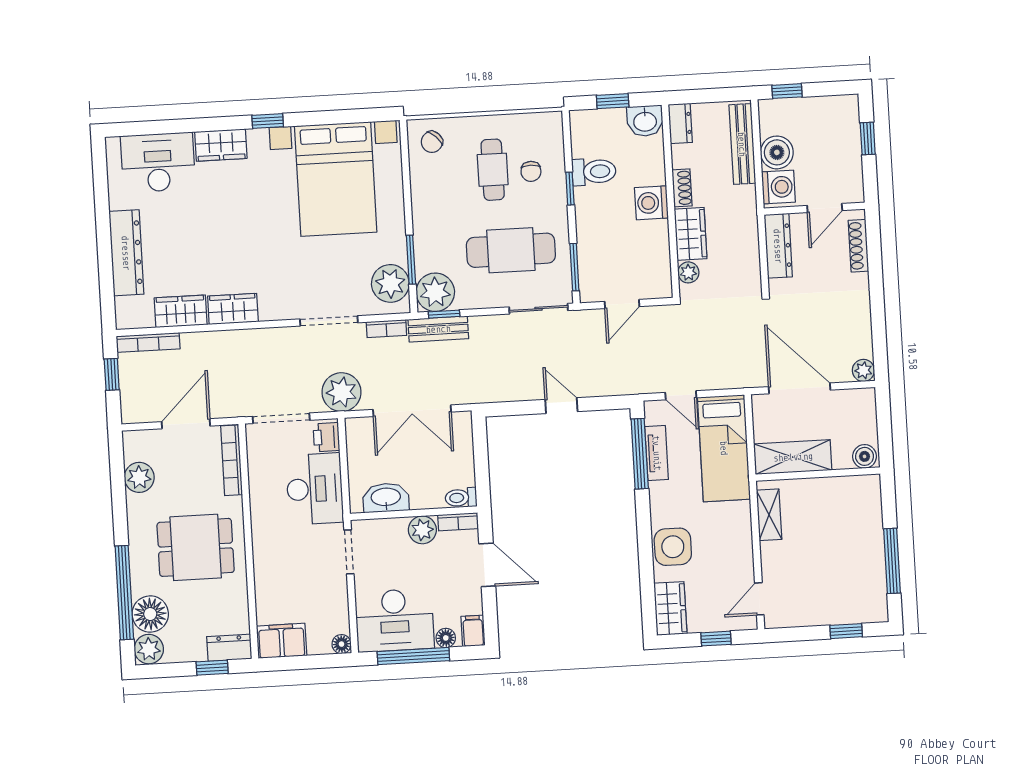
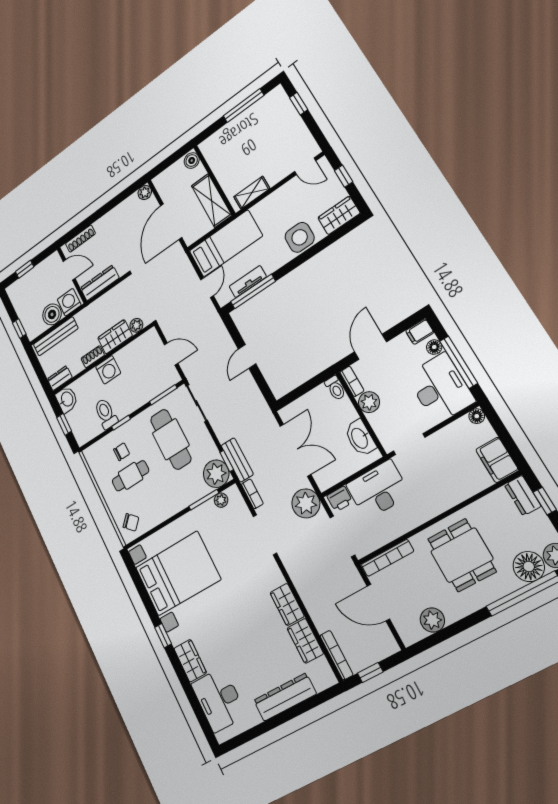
plant: (390, 283) -> (221, 500), width x0.53, depth x0.53

